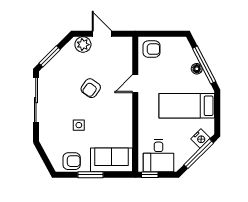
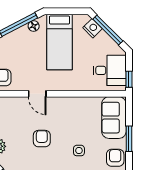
floor lamp: (197, 69) -> (34, 26), moved
armchair: (91, 88) -> (42, 139), turned -125

